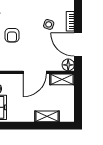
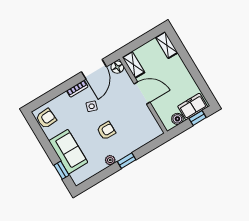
armchair: (12, 35) -> (106, 131), moved
shelving: (47, 116) -> (167, 45), moved

